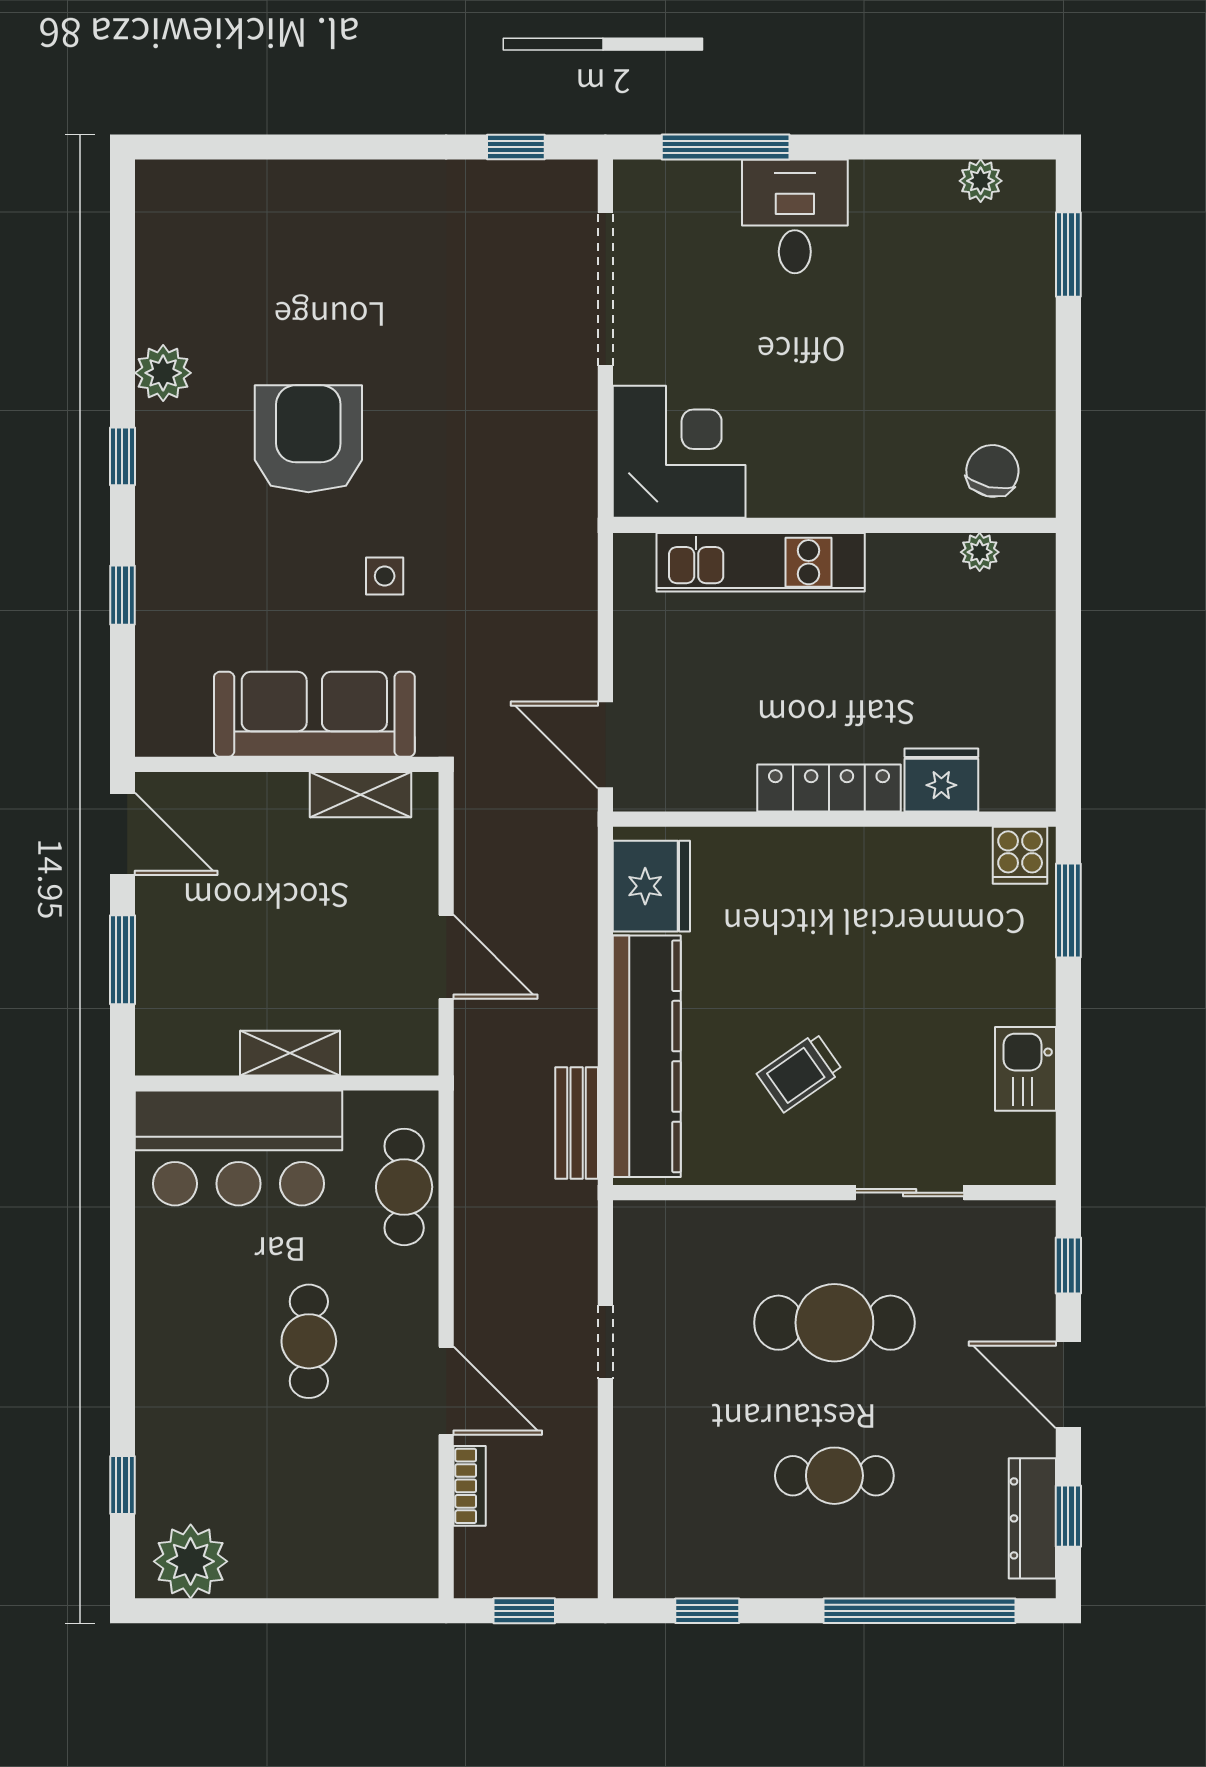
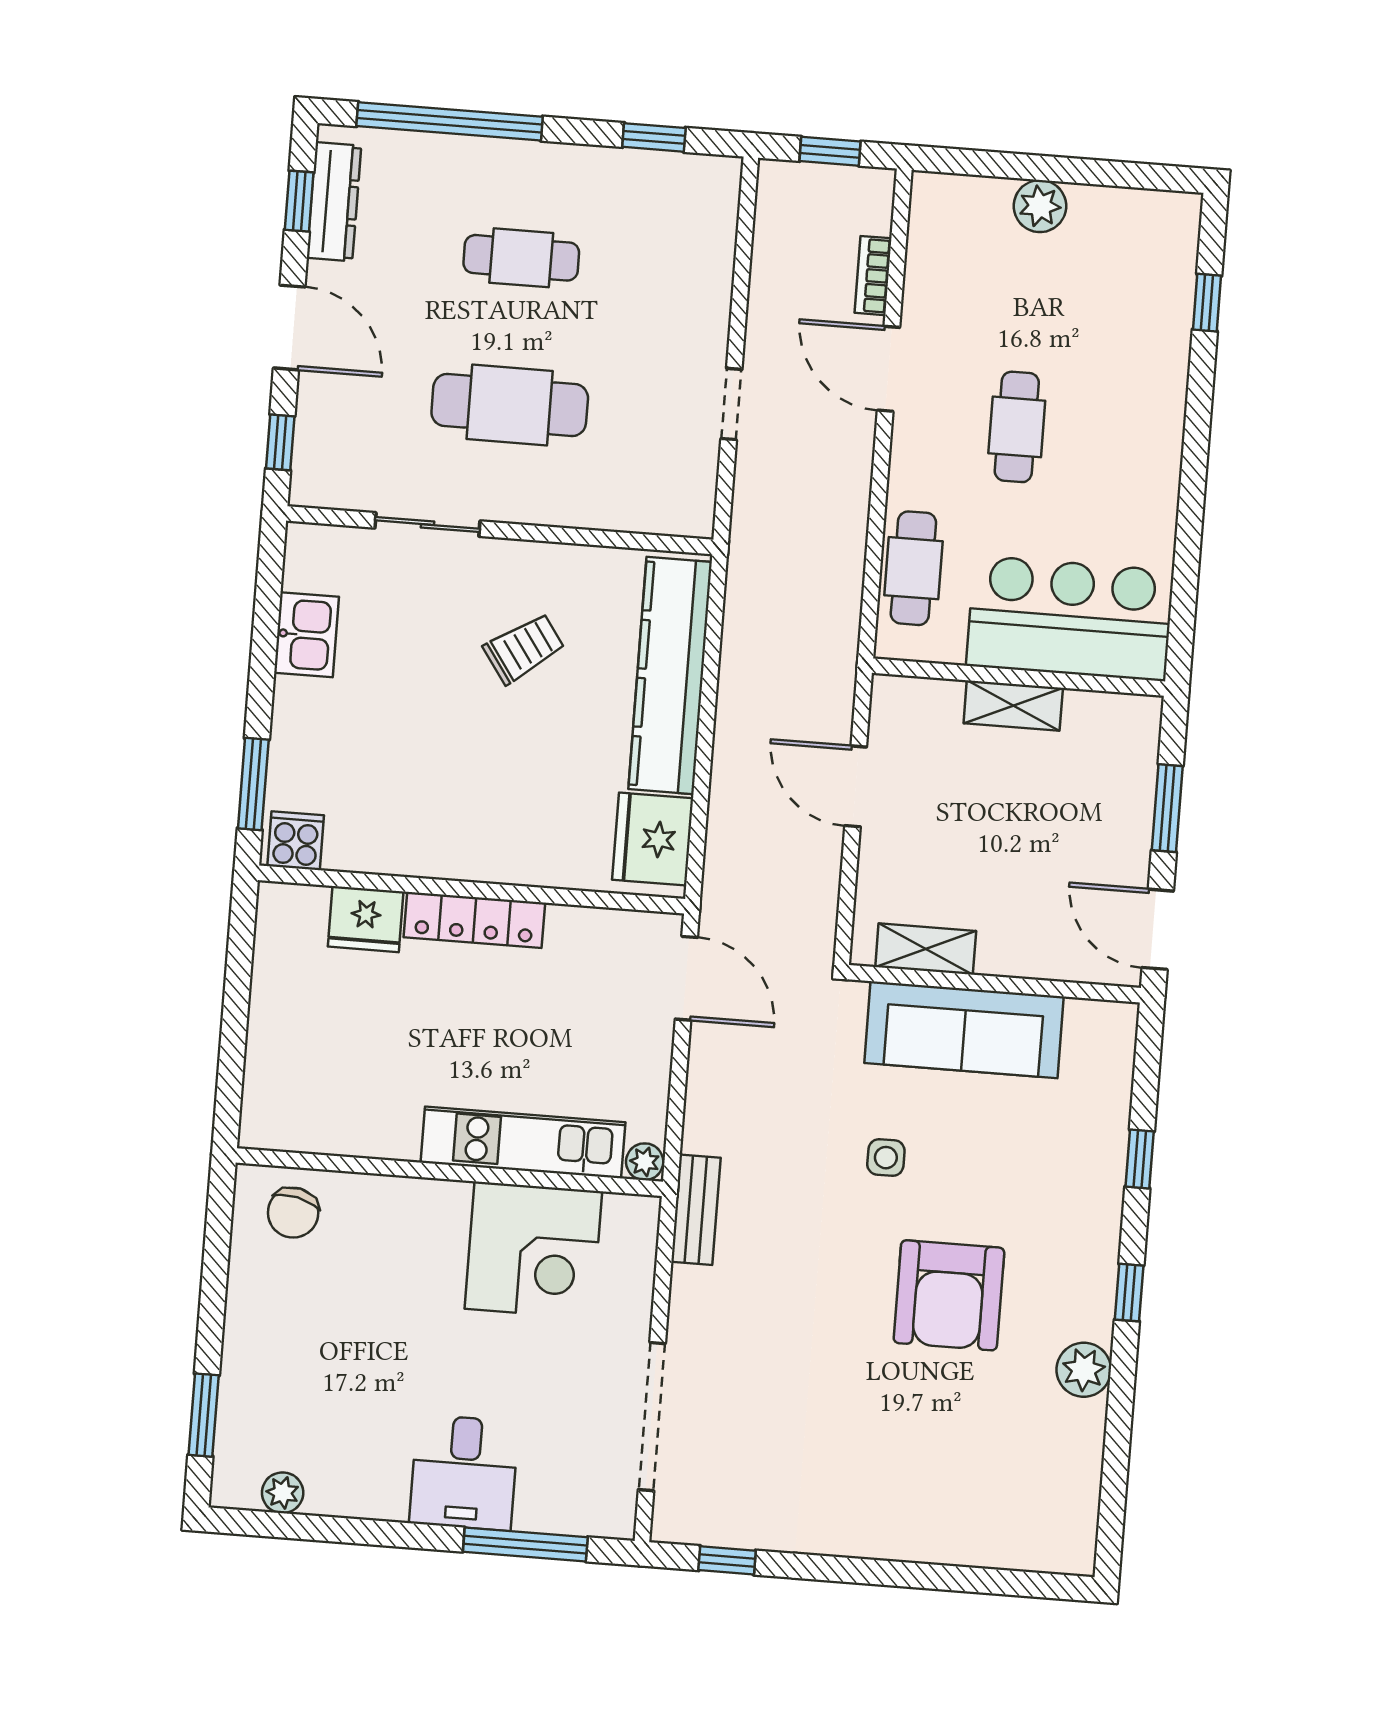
corner desk: (679, 452) -> (533, 1250), moved, turned -90
plant: (980, 552) -> (645, 1162), moved
bench: (577, 1123) -> (696, 1210), moved
plant: (191, 1561) -> (1040, 206), moved, width x0.73, depth x0.73

